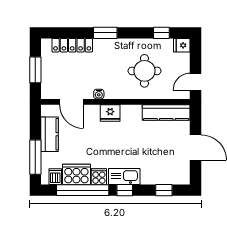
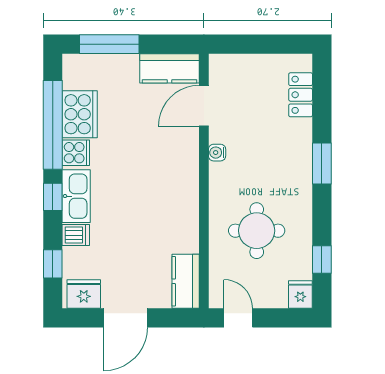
locker: (72, 45) -> (301, 95), width x0.66
window: (35, 70) -> (258, 44), removed
kitchen counter: (166, 112) -> (186, 281), width x0.67
fridge: (110, 113) -> (84, 294), moved, turned 90
kitchen counter: (50, 134) -> (170, 68), moved
dishwasher: (55, 177) -> (76, 235), moved

